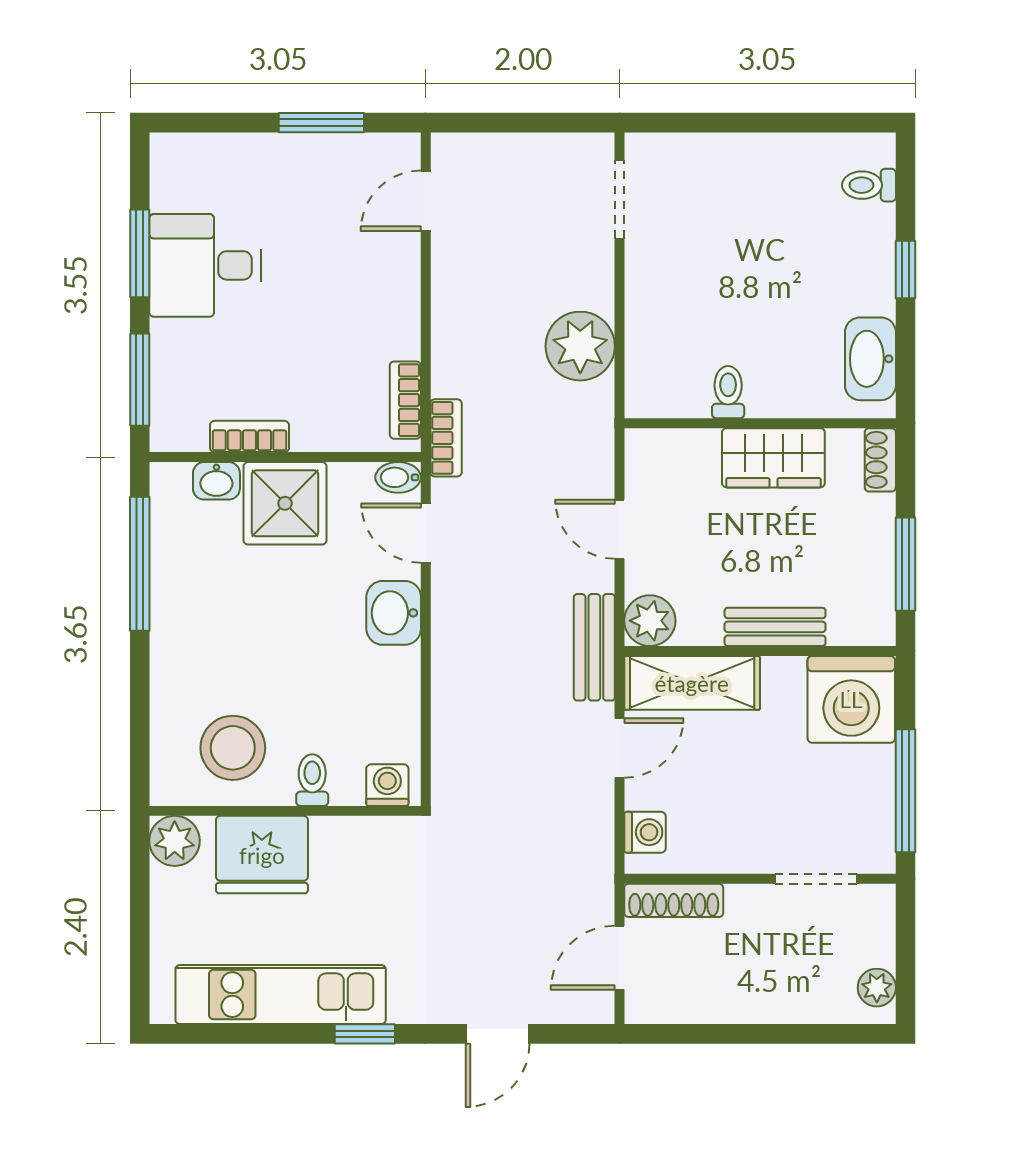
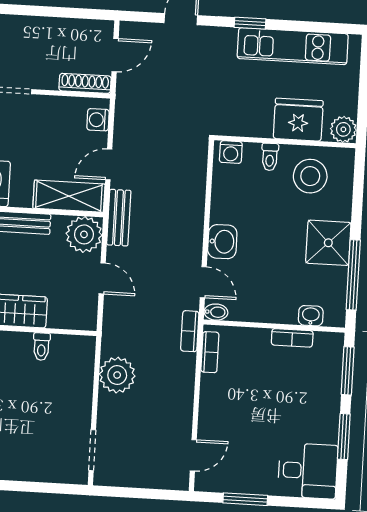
desk: (205, 265) -> (308, 471), moved
shower: (285, 503) -> (328, 243), moved
plant: (650, 621) -> (84, 234), width x1.36, depth x1.36

